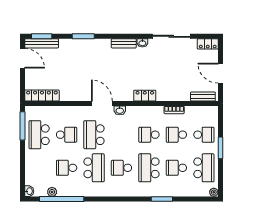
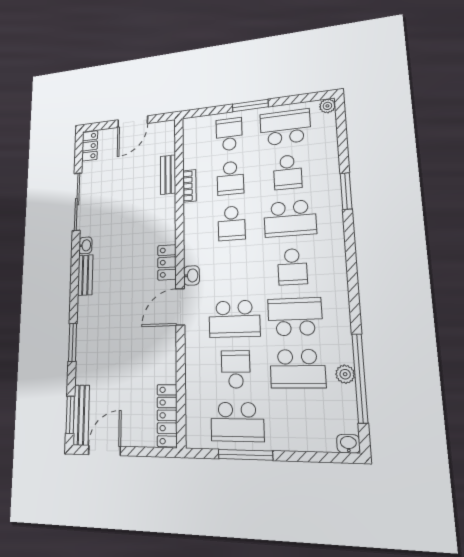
locker: (145, 96) -> (167, 262), moved
bench: (203, 96) -> (168, 175), moved
window: (22, 126) -> (245, 455), moved
school desk: (67, 168) -> (298, 369), width x1.85
plant: (52, 192) -> (345, 374), moved

